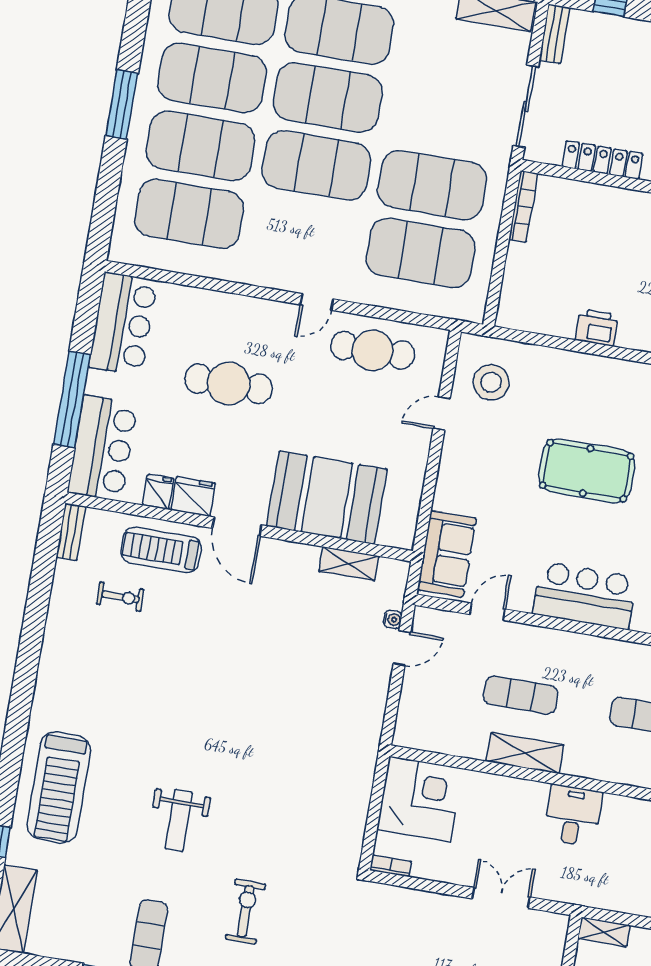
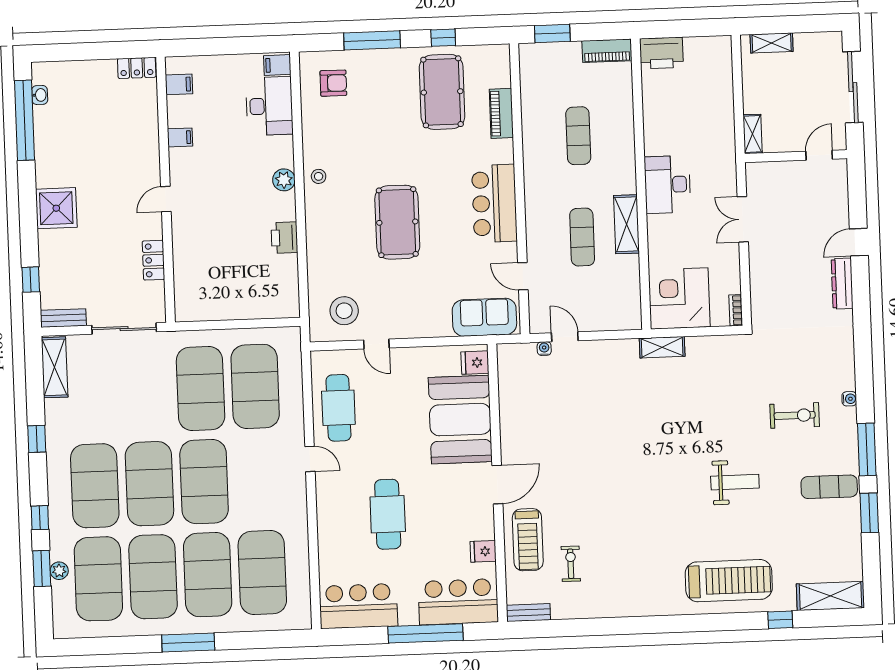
locker: (602, 160) -> (154, 260), width x0.66
bookcase: (523, 206) -> (202, 314), removed
fridge: (193, 497) -> (475, 363), moved, width x0.72
shelving: (349, 564) -> (662, 347), moved, turned 90
desk: (573, 816) -> (667, 185), width x1.37
exercise bike: (246, 911) -> (795, 415), turned 180

